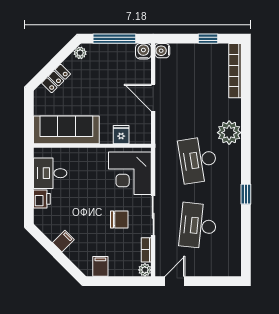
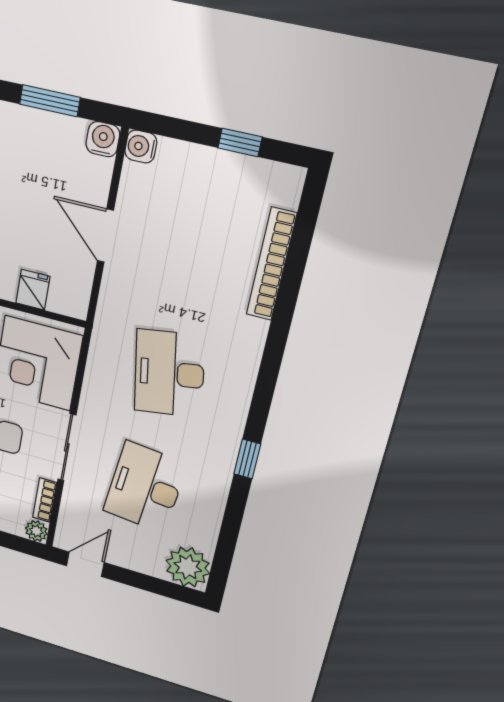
window: (114, 39) -> (50, 101), width x0.69
bookcase: (235, 71) -> (271, 264), moved
plant: (229, 133) -> (188, 567), moved

